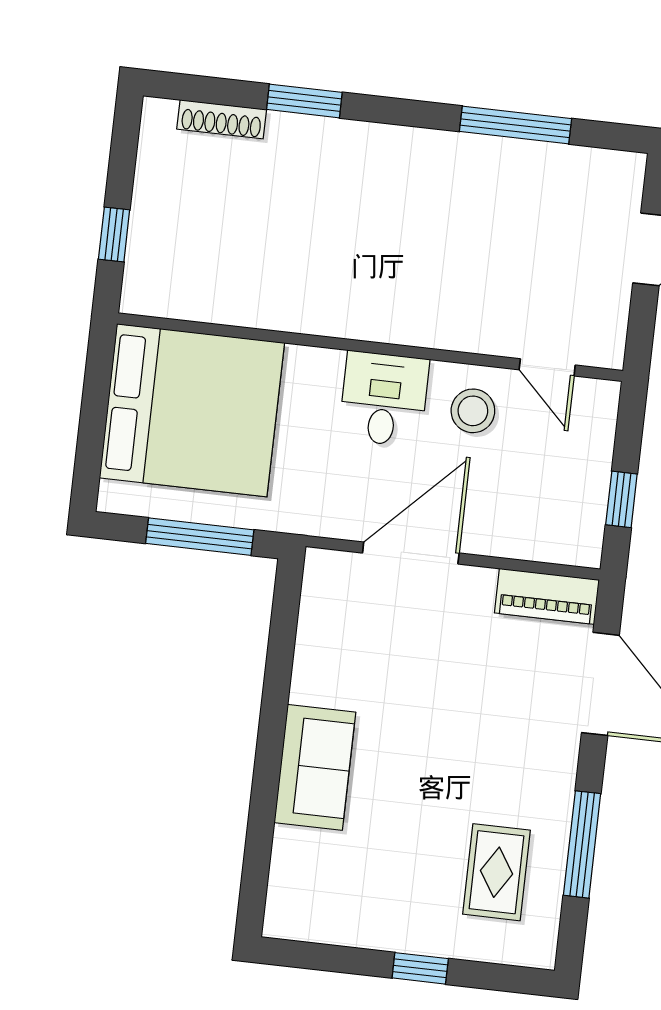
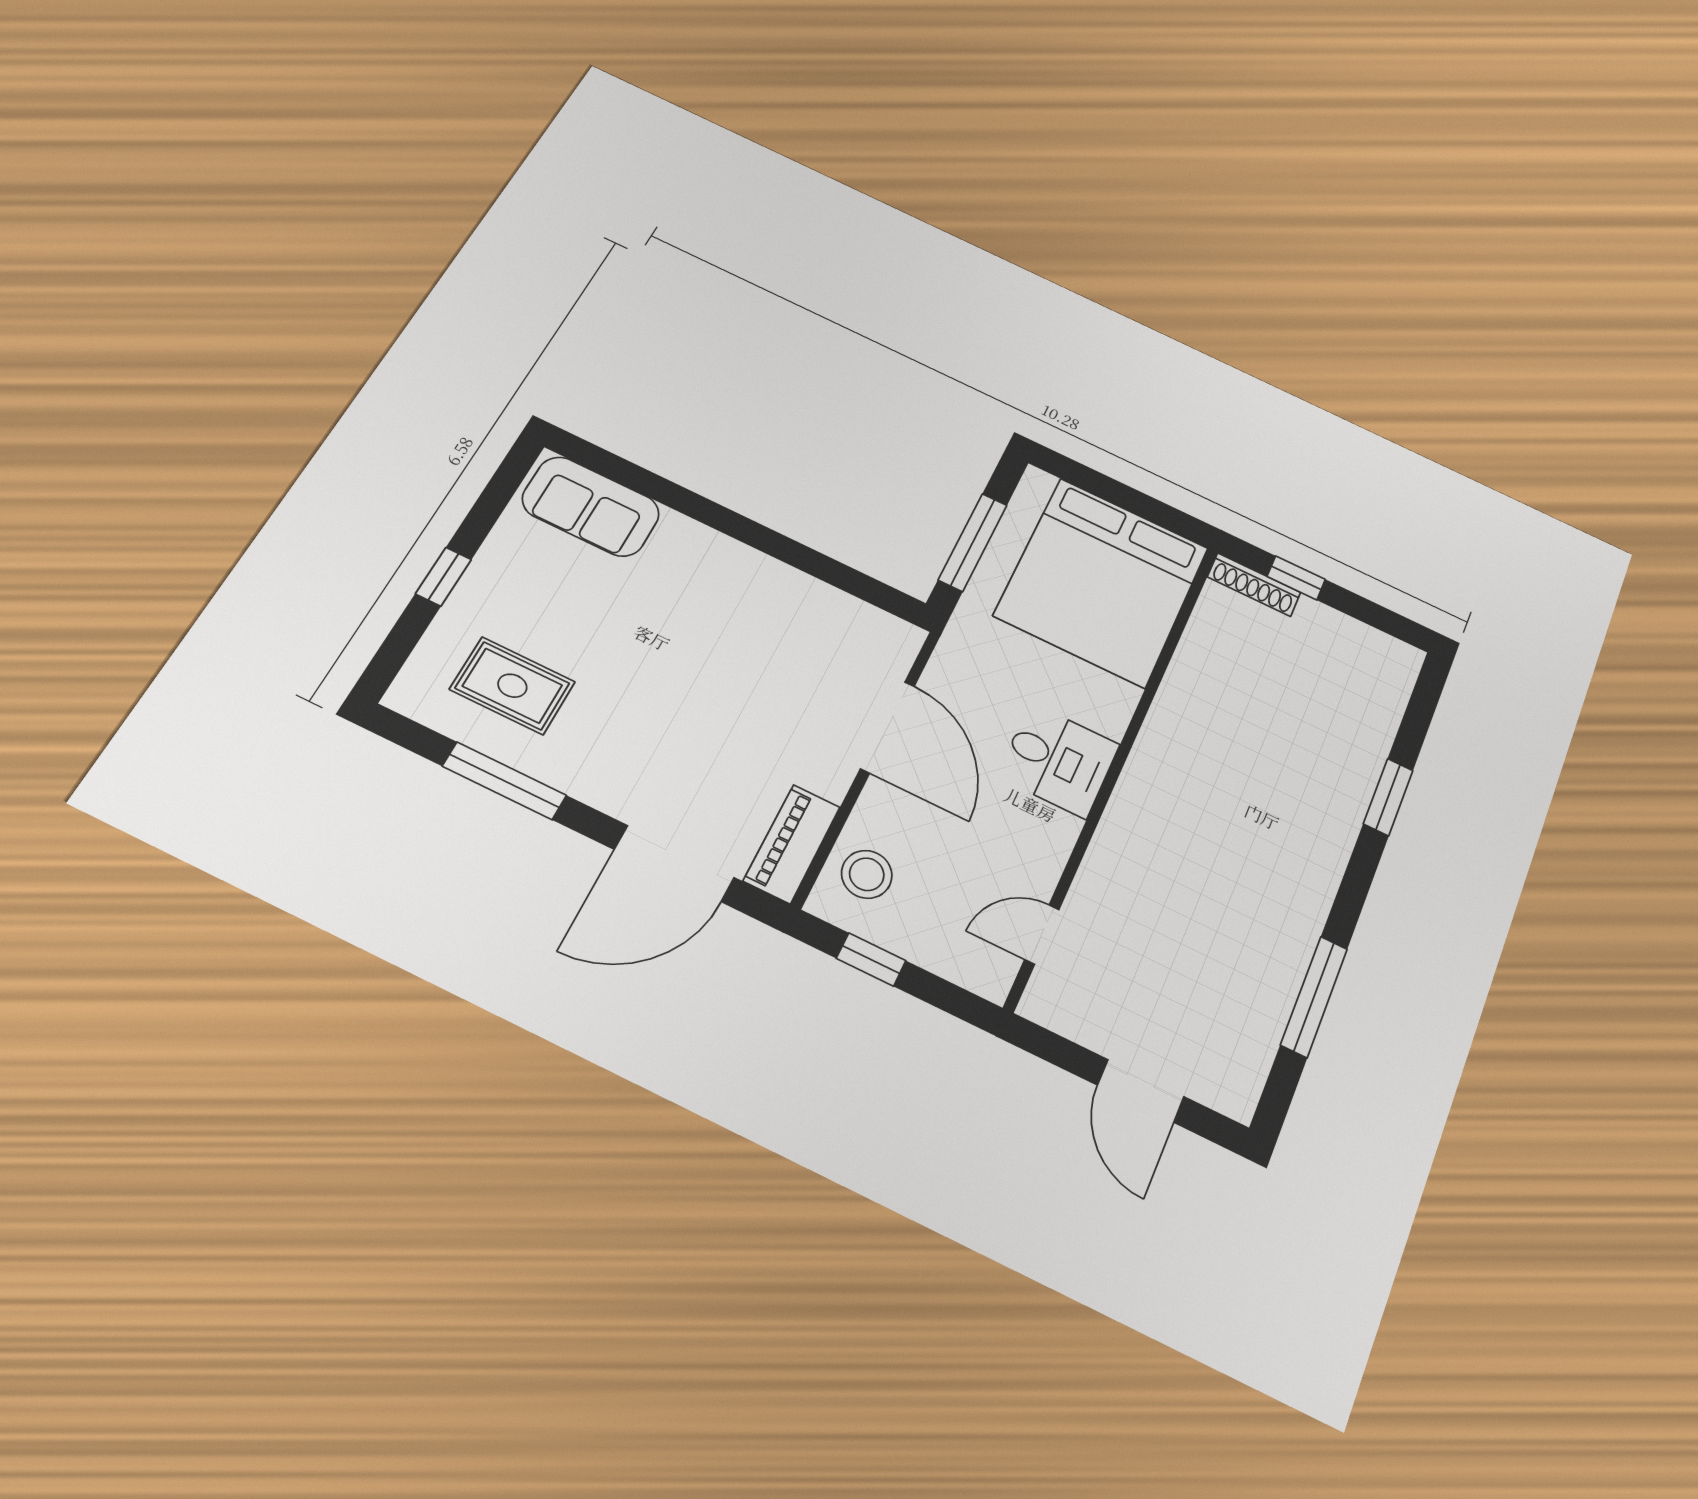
shoe rack: (222, 119) -> (1254, 585), moved, turned -90
stool: (473, 411) -> (867, 874), moved
sofa: (315, 767) -> (591, 506), moved

